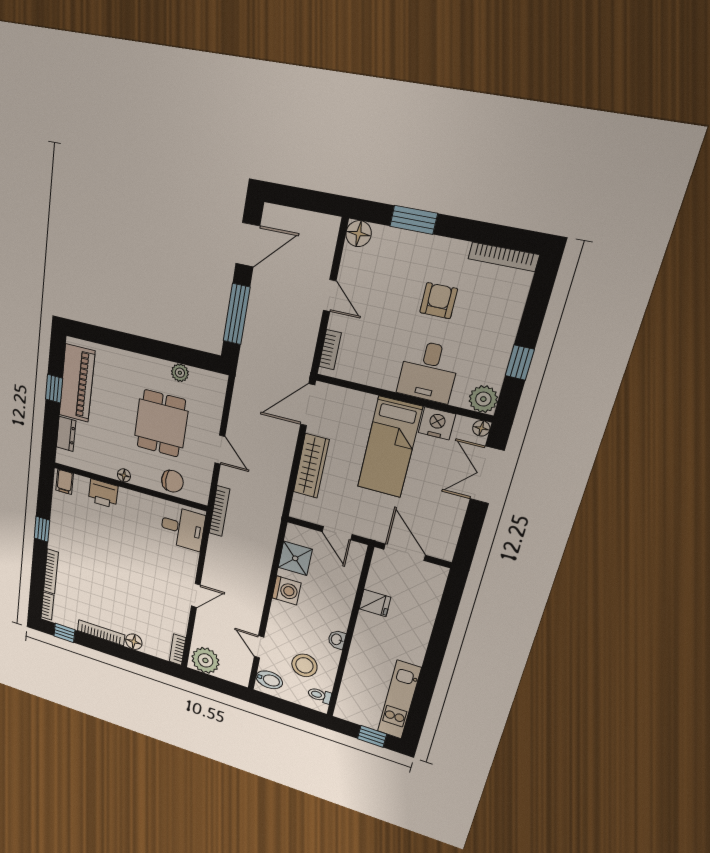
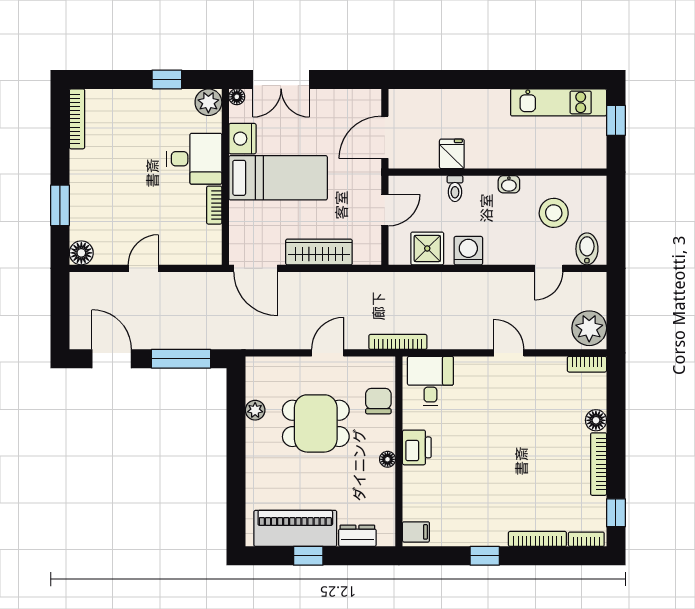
armchair: (439, 301) -> (127, 166), removed
bookcase: (330, 350) -> (214, 205), moved, turned -90
printer: (103, 494) -> (417, 447), moved
toilet: (320, 695) -> (455, 189), moved

